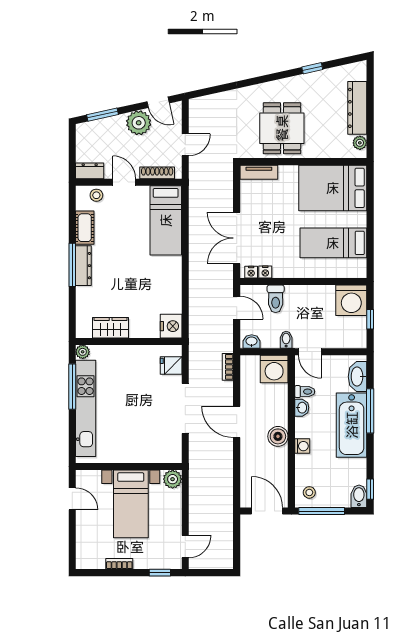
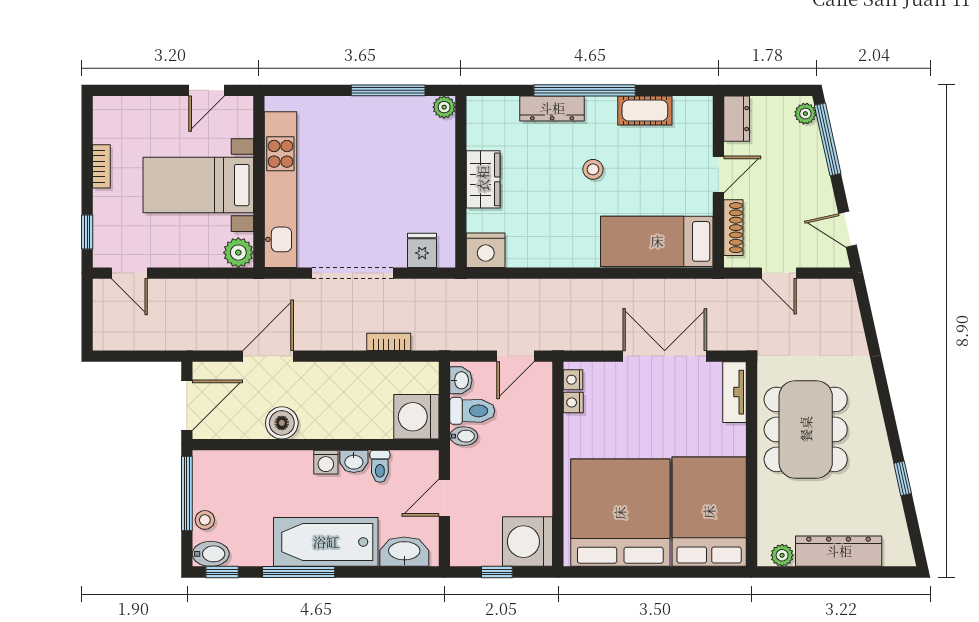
door: (158, 102) -> (848, 229), hinge flipped
window: (103, 115) -> (828, 139), width x1.44
plant: (139, 123) -> (805, 114), moved, width x0.53, depth x0.53
dining table: (282, 128) -> (806, 429), width x1.38
stool: (96, 195) -> (593, 169), moved
double door: (237, 238) -> (665, 356), moved
bed: (333, 243) -> (620, 513), width x2.04
window: (72, 265) -> (585, 90), width x1.46
dresser: (83, 266) -> (552, 108), moved
toilet: (276, 299) -> (472, 411), moved, turned 180
wardrobe: (111, 328) -> (483, 179), moved
door: (310, 352) -> (444, 498), moved
bookcase: (228, 367) -> (389, 342), moved
kitchen unit: (86, 408) -> (280, 190), moved, turned -90
window: (370, 411) -> (299, 572), moved
door: (237, 422) -> (268, 356), moved
boiler: (278, 436) -> (282, 423), moved
washing machine: (302, 446) -> (326, 462), moved
stool: (309, 492) -> (205, 520), moved

